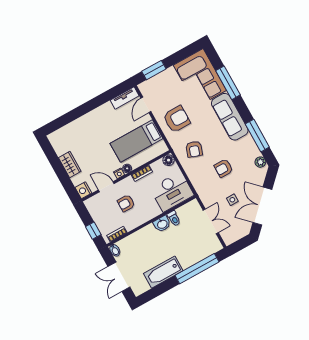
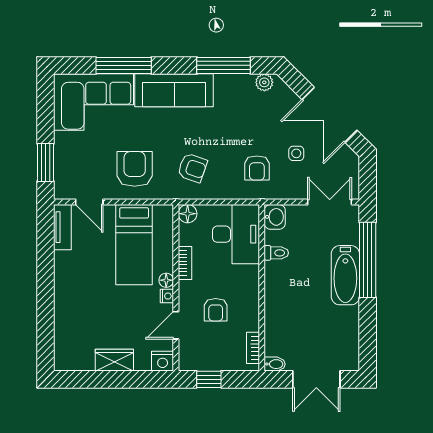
armchair: (224, 168) -> (257, 168), moved
double door: (211, 221) -> (330, 202), moved
washbasin: (162, 224) -> (275, 217), moved
window: (93, 231) -> (209, 379), moved
bathtub: (163, 272) -> (345, 275), moved

